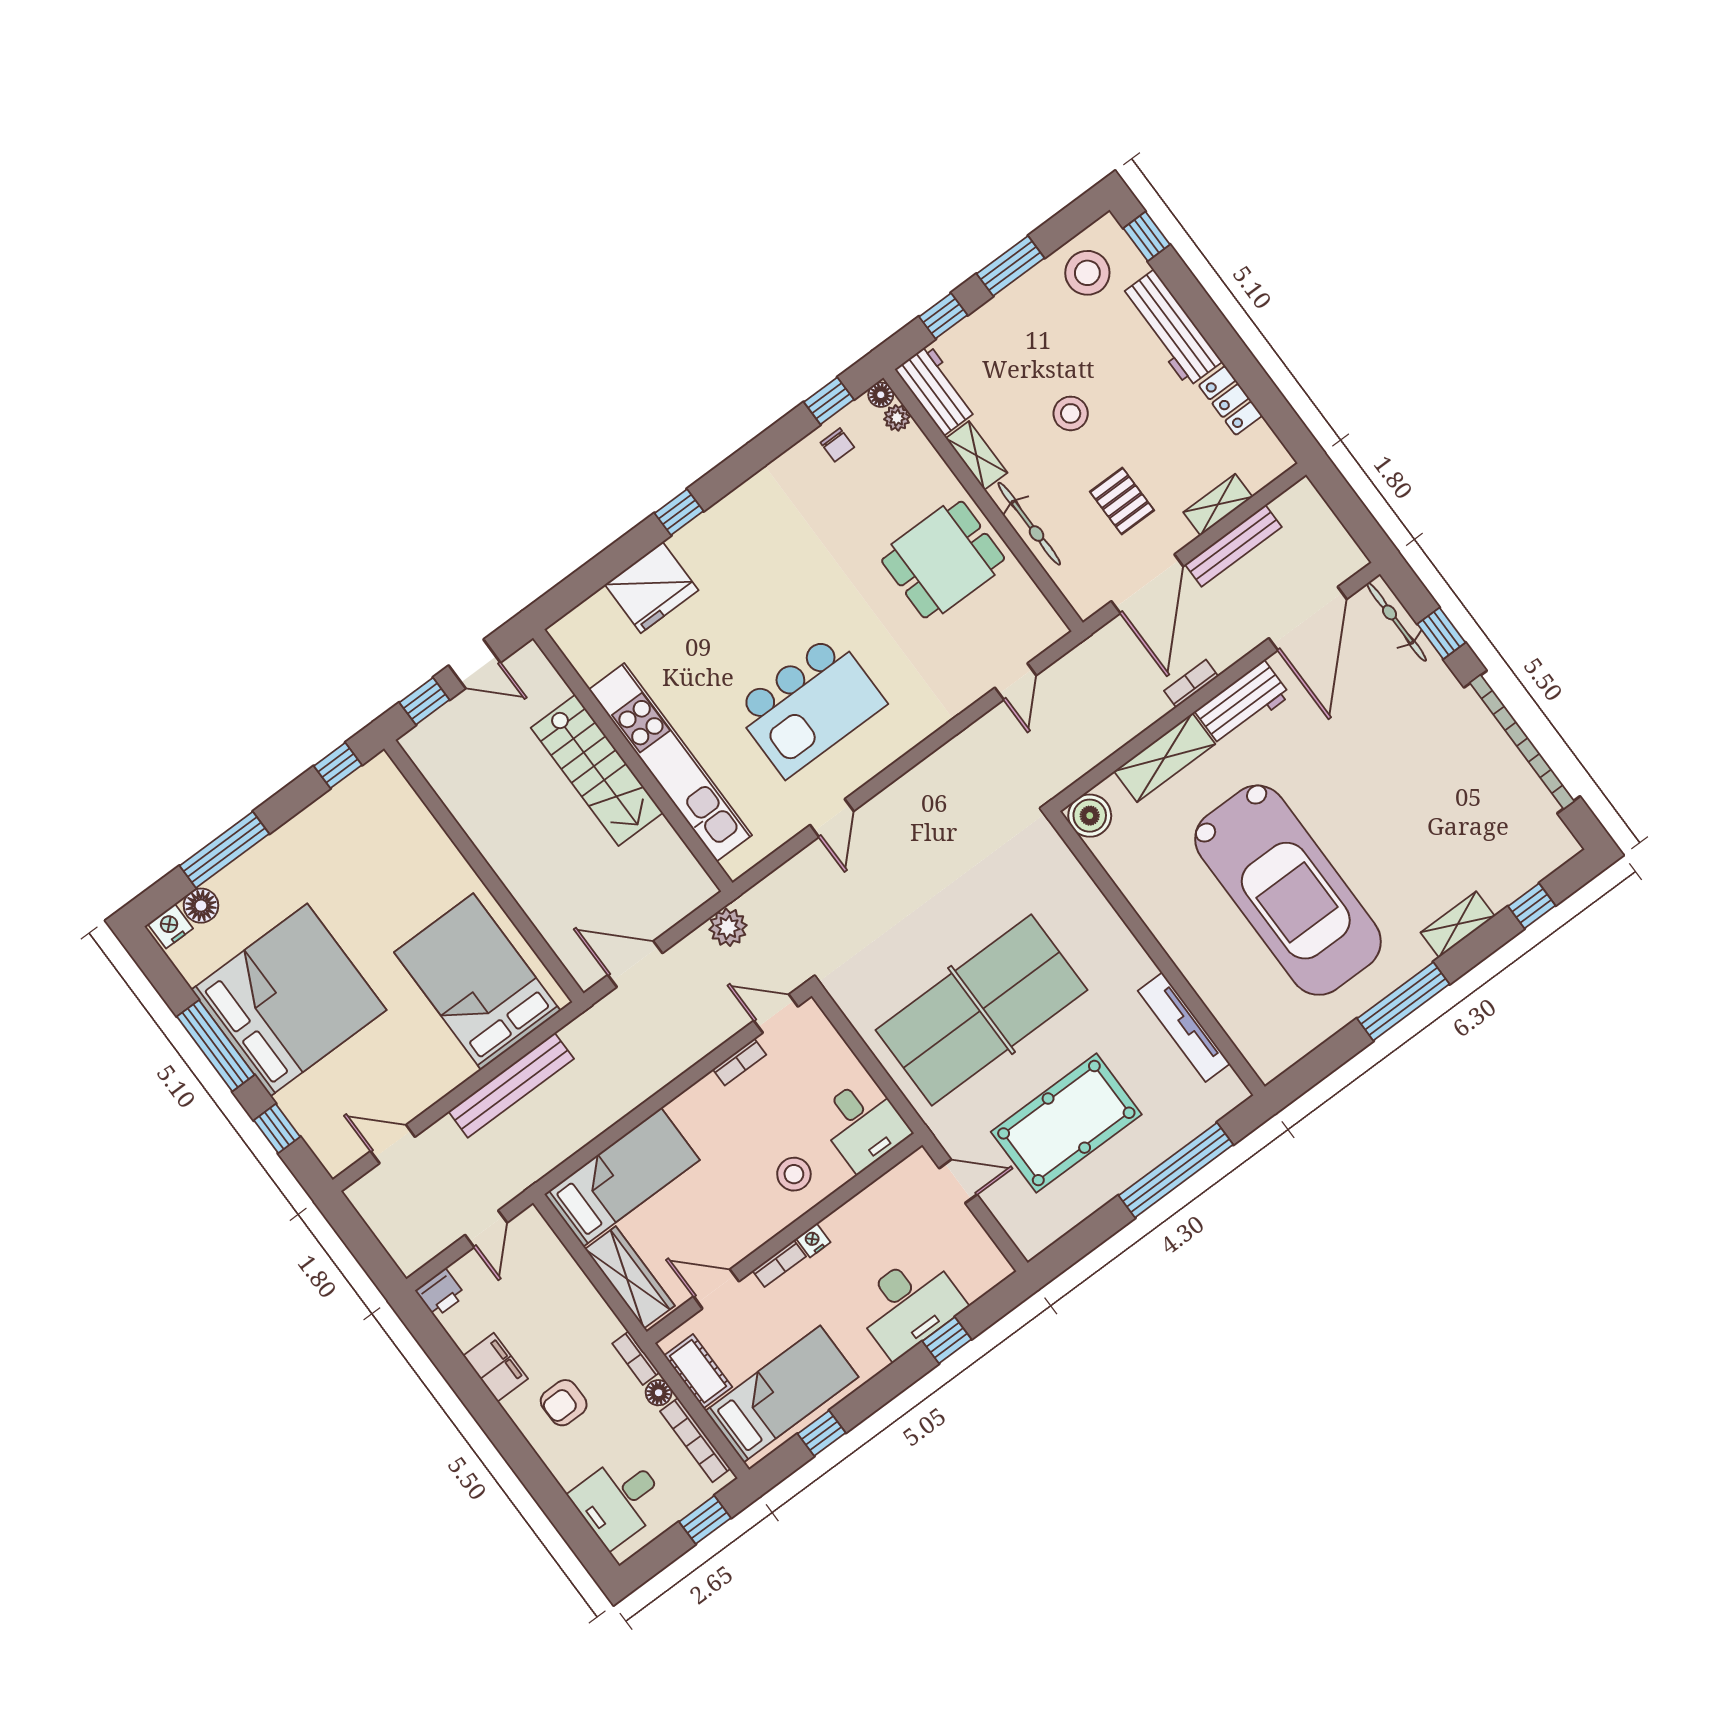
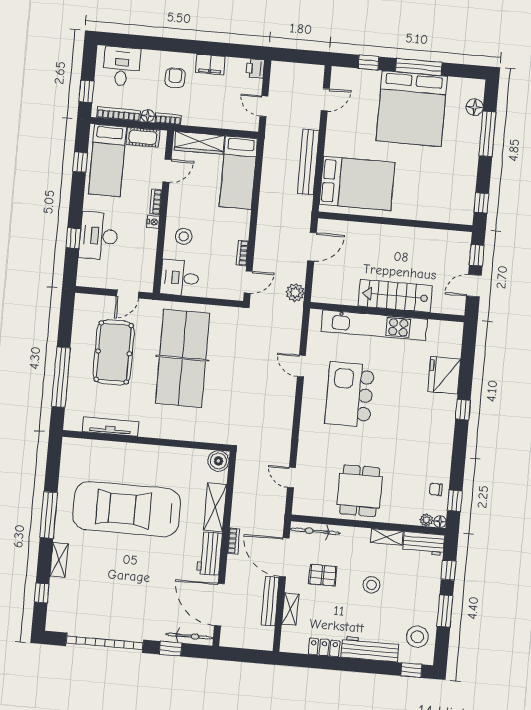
bicycle: (1029, 524) -> (315, 531), moved
nightstand: (170, 926) -> (477, 89), removed

